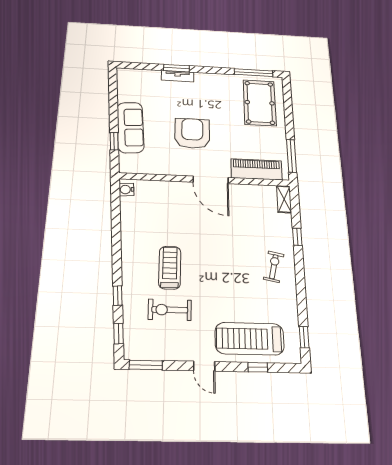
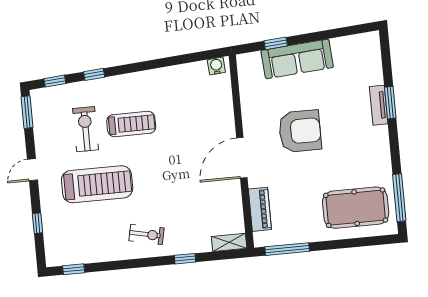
piano: (257, 169) -> (260, 209), width x0.73, depth x0.75
treadmill: (250, 339) -> (97, 184), moved, turned 90

